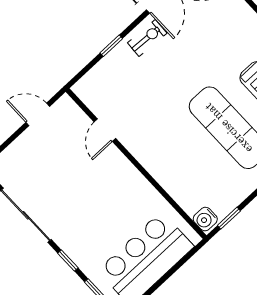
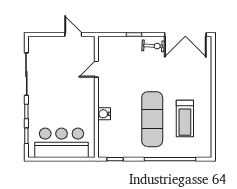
water cooler: (205, 219) -> (104, 114), moved

